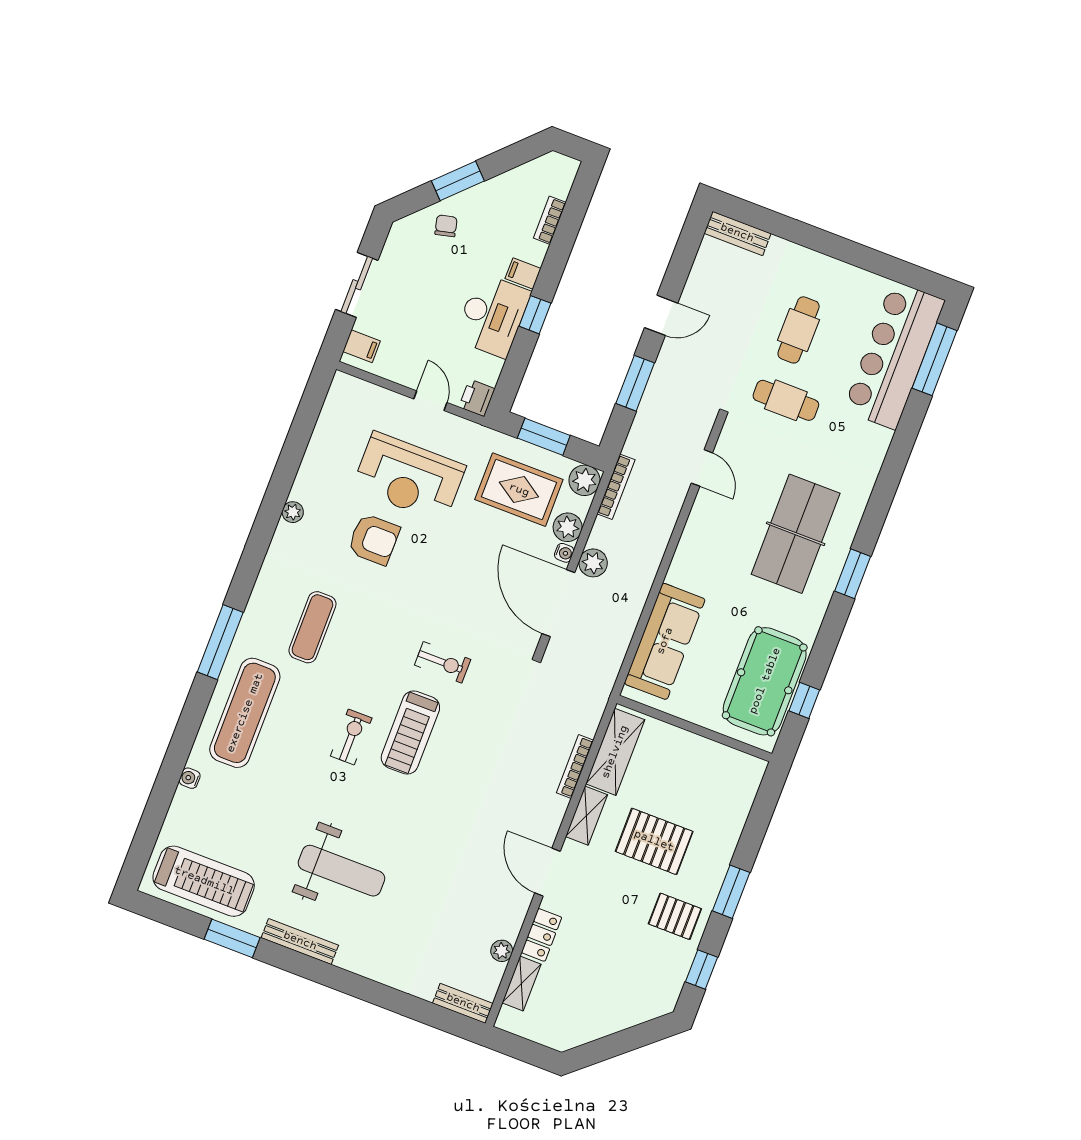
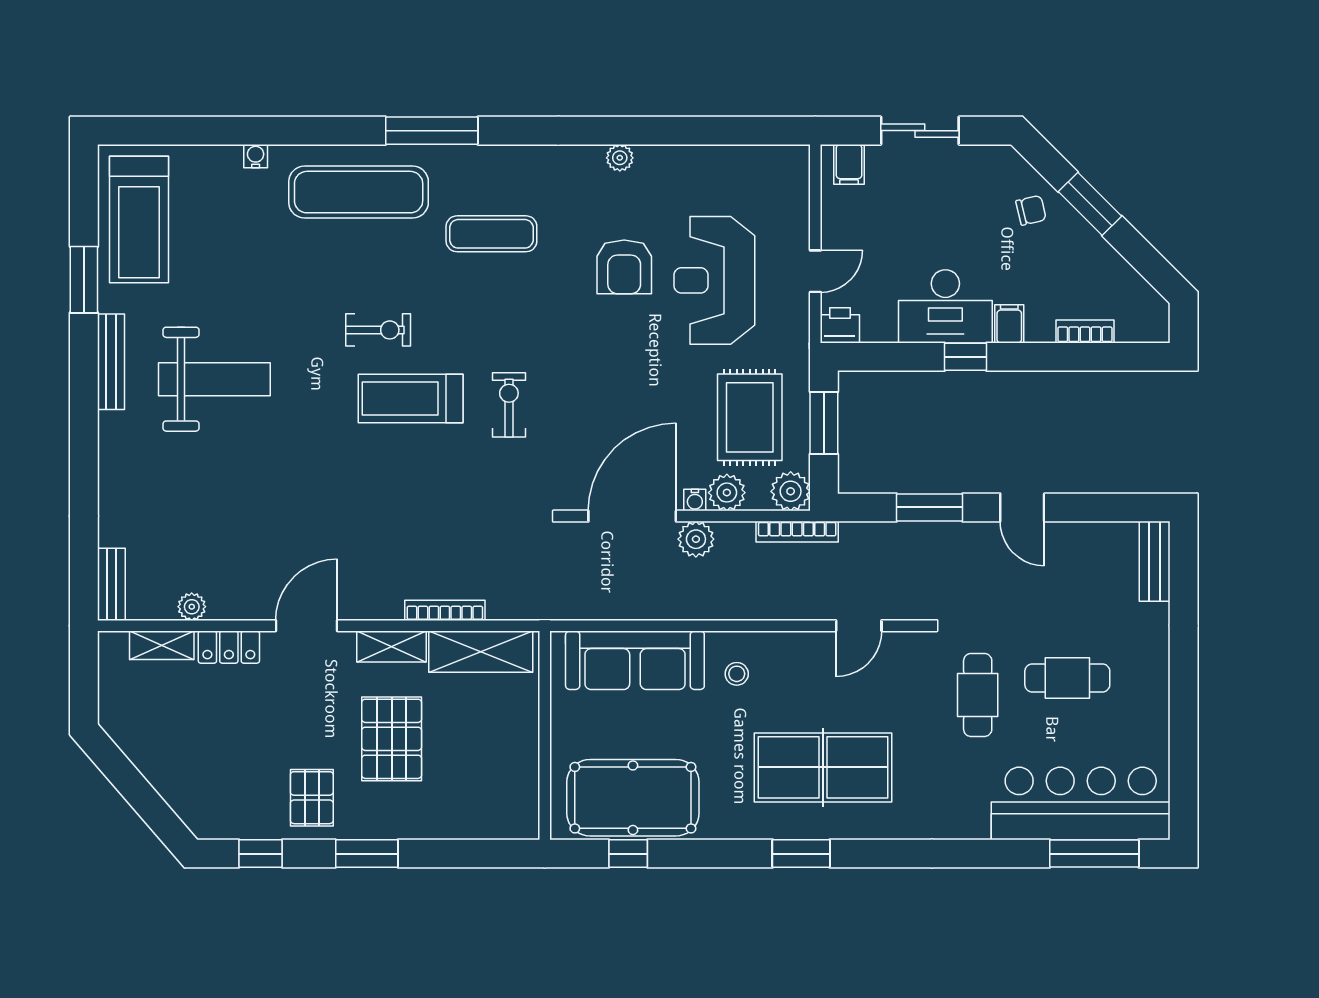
stool: (703, 571) -> (737, 674), added
exercise bike: (443, 662) -> (509, 405), turned 180
weight bench: (341, 871) -> (214, 379), turned -90

